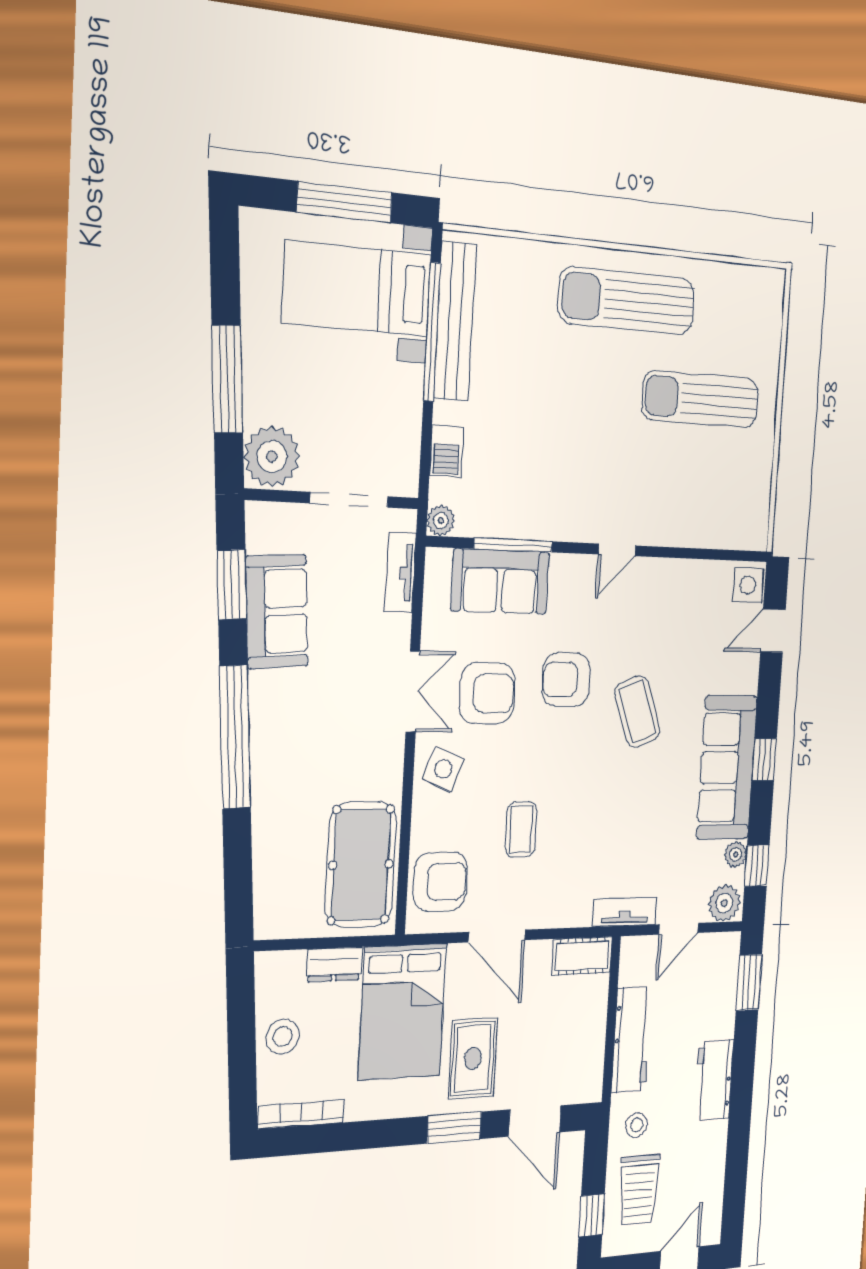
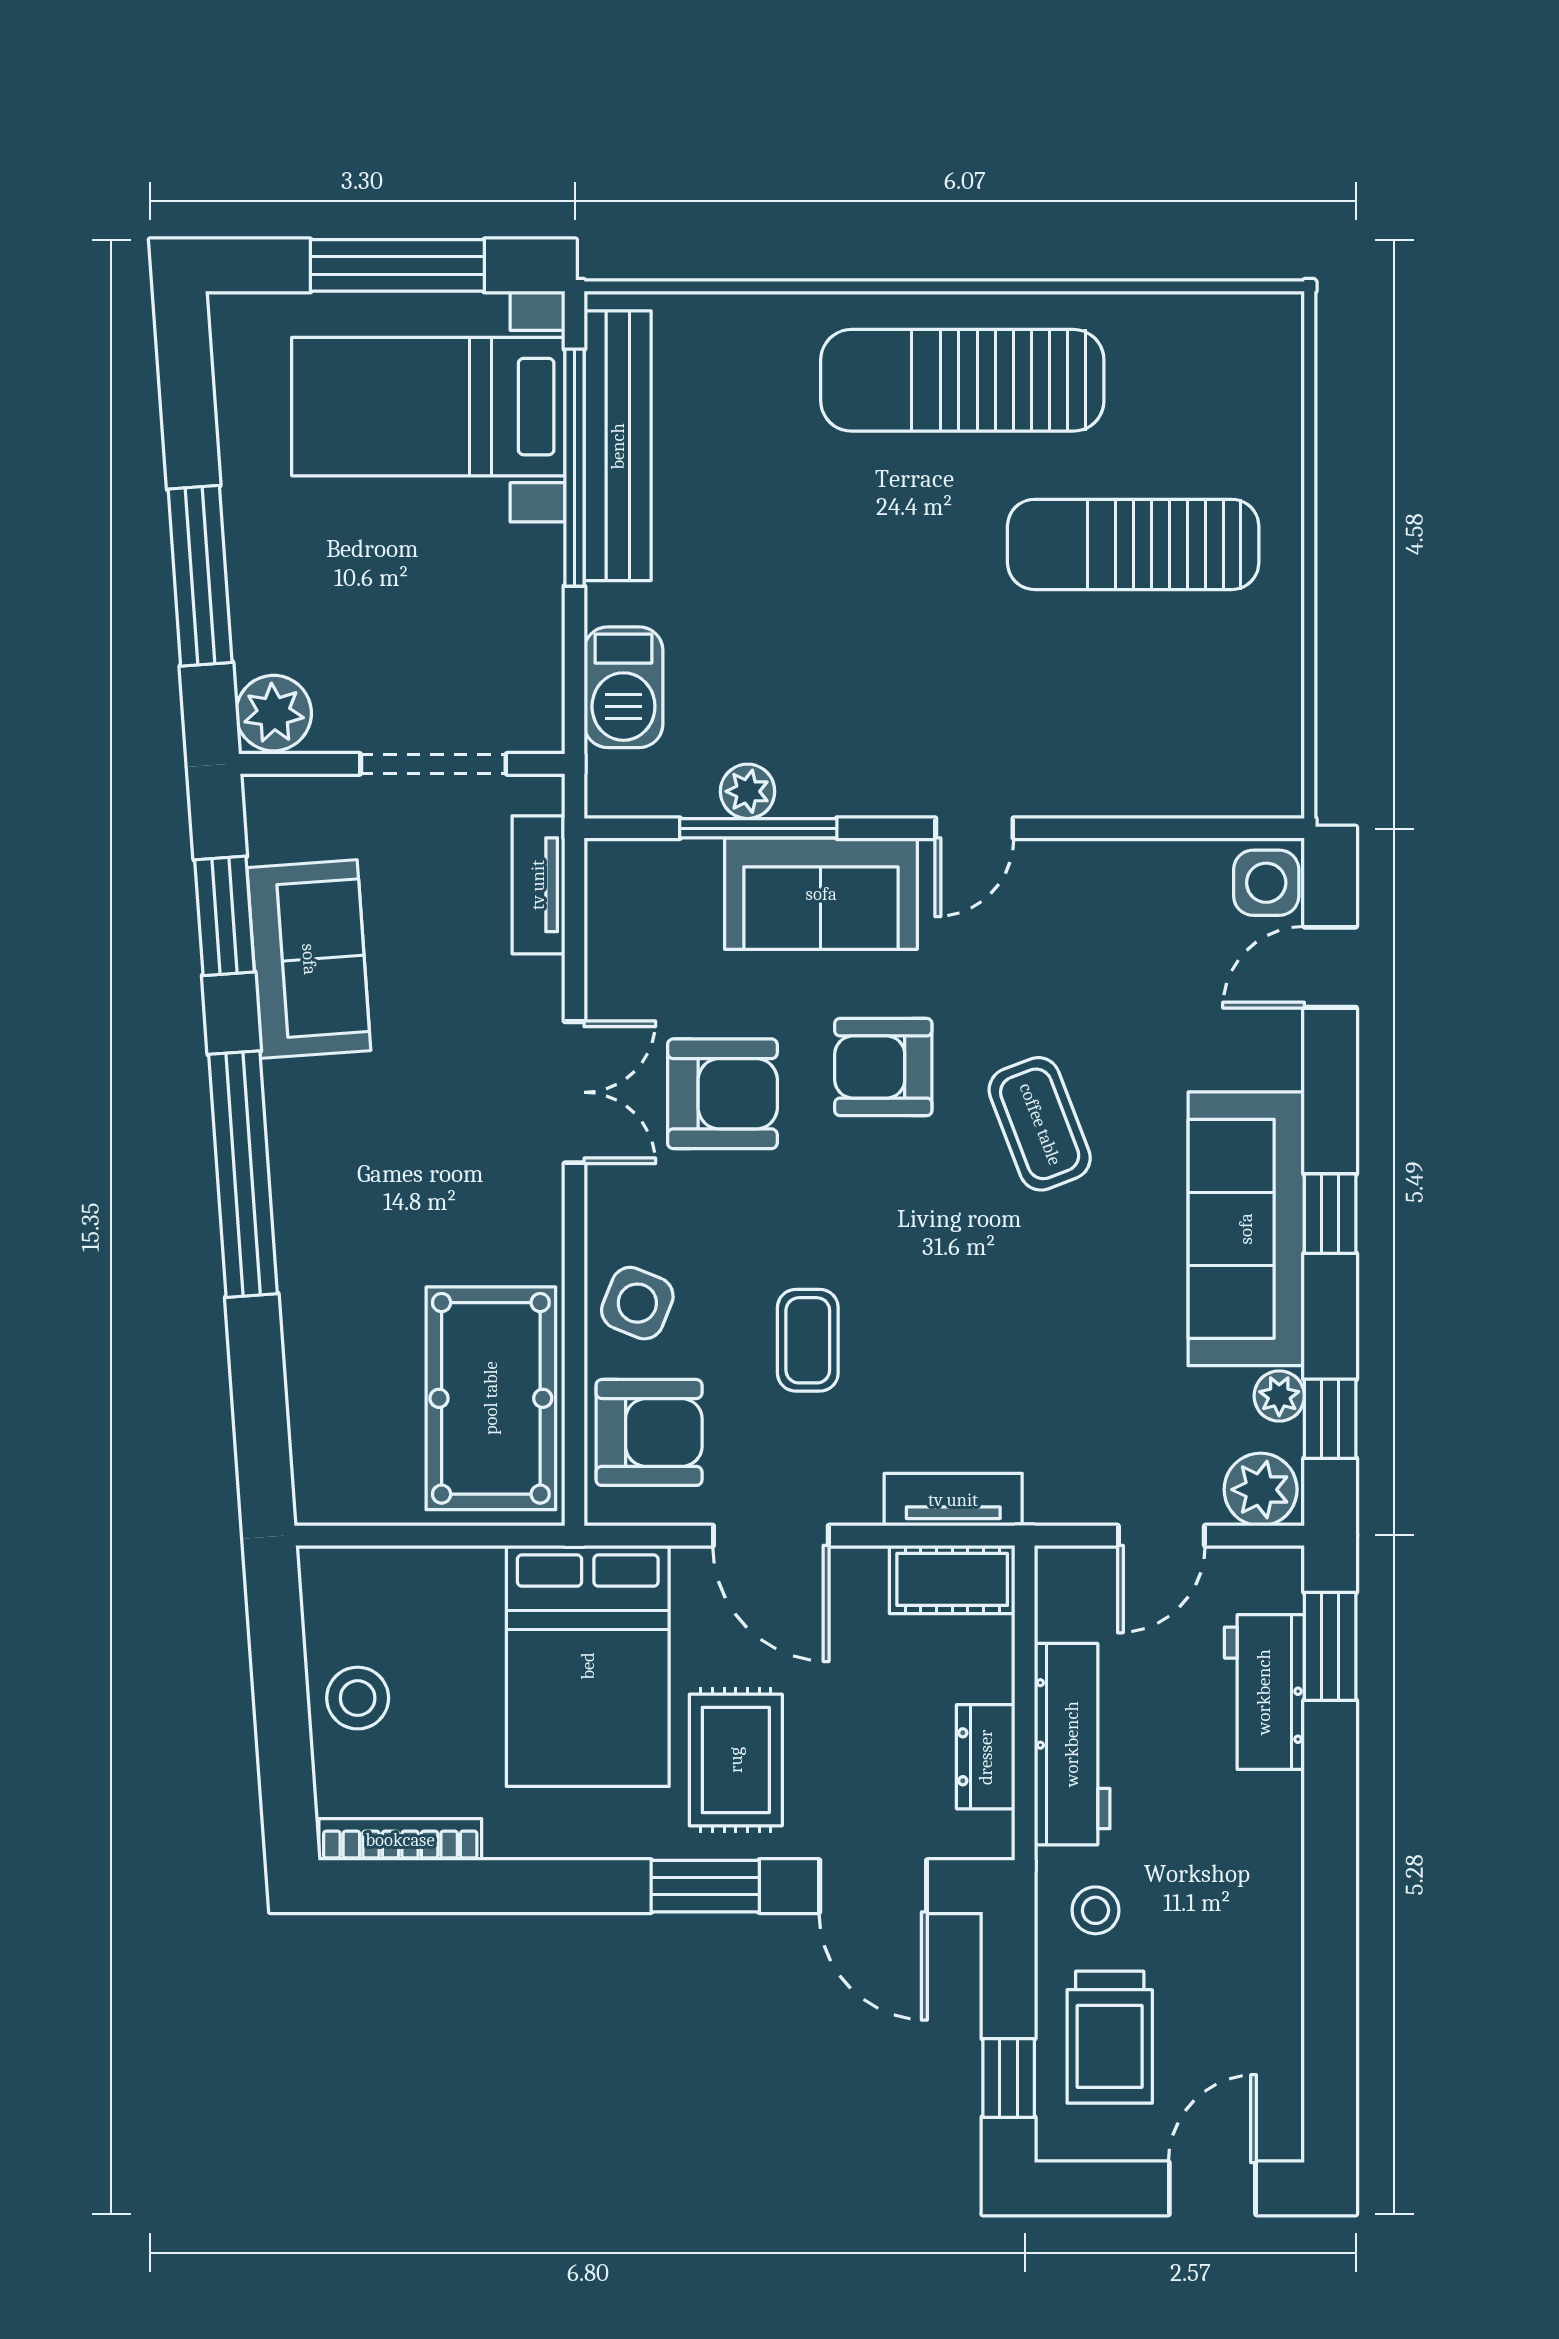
barbecue: (447, 451) -> (623, 687), width x1.38, depth x1.27
plant: (272, 456) -> (274, 713), width x0.73, depth x0.73
plant: (441, 521) -> (748, 791), moved
sofa: (500, 581) -> (821, 894), moved
side table: (443, 769) -> (637, 1303), moved
tv unit: (625, 912) -> (953, 1500), moved
dresser: (334, 964) -> (986, 1757), moved, turned 90
workbench: (714, 1080) -> (1264, 1692), moved

